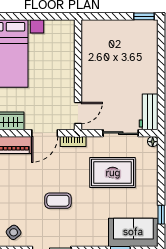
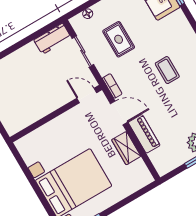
floor lamp: (153, 142) -> (88, 14), moved
rug: (113, 173) -> (119, 39), width x0.73, depth x0.70

